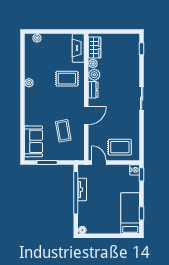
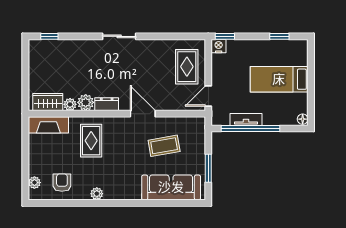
armchair: (37, 58) -> (62, 183), added
sofa: (33, 141) -> (171, 187), width x1.36
bed: (130, 213) -> (279, 79), moved

